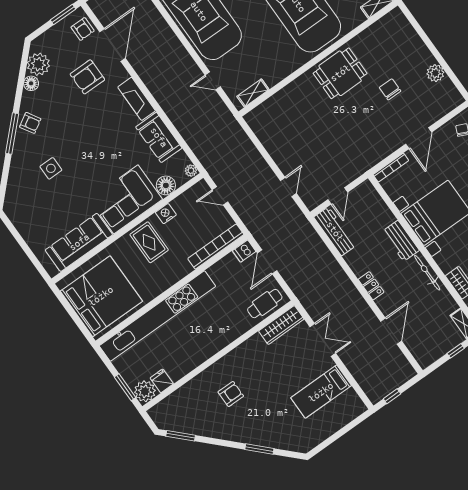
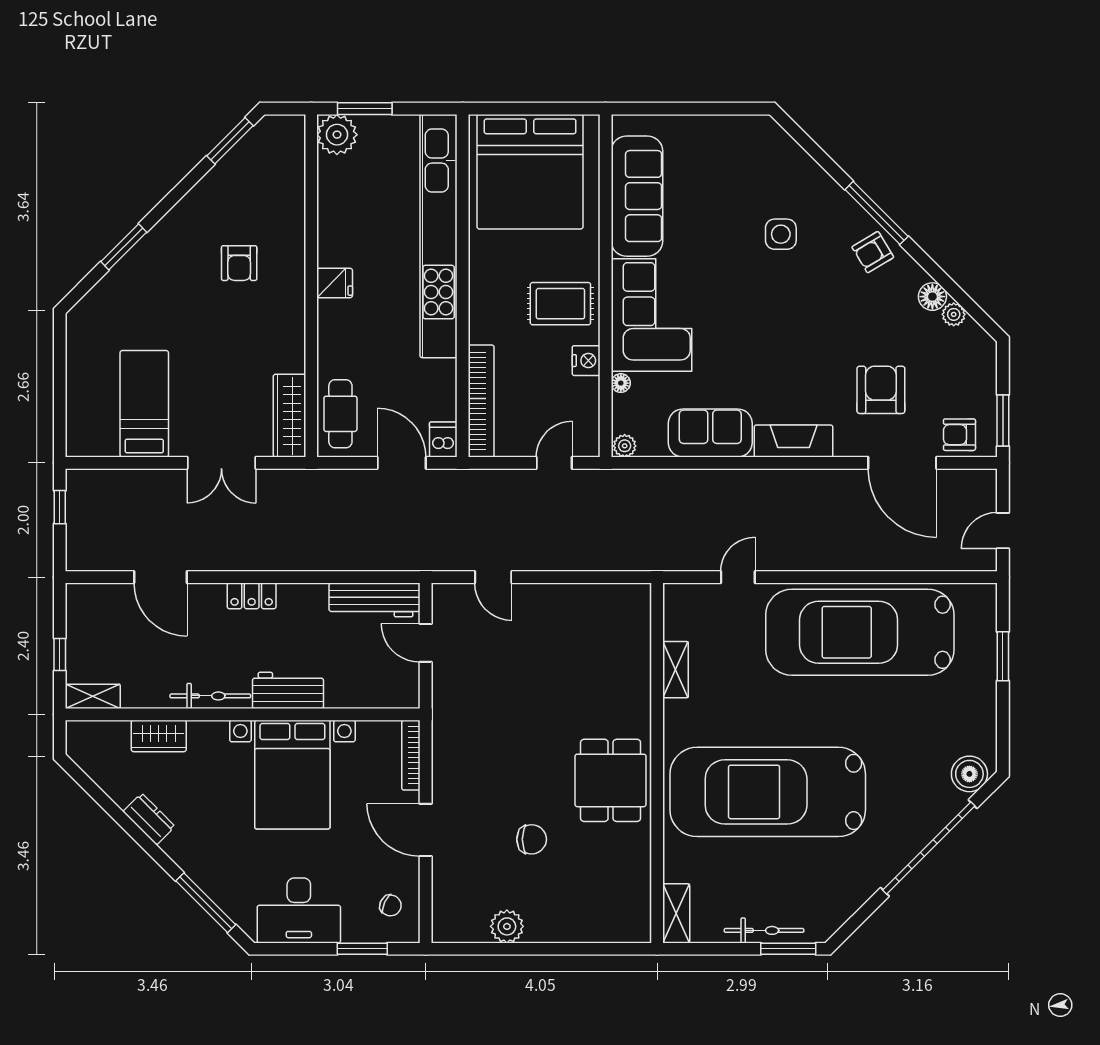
plant: (38, 64) -> (954, 314), width x0.53, depth x0.53
shelving: (253, 93) -> (675, 670), moved
floor lamp: (166, 185) -> (621, 383), width x0.53, depth x0.53
fridge: (162, 381) -> (335, 283), moved

